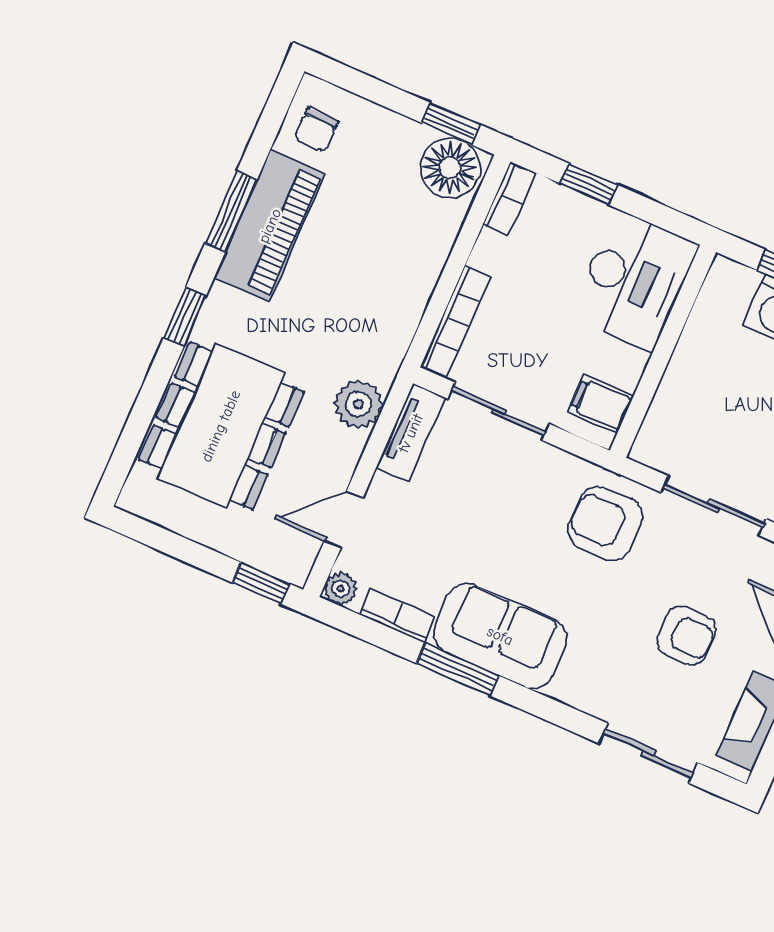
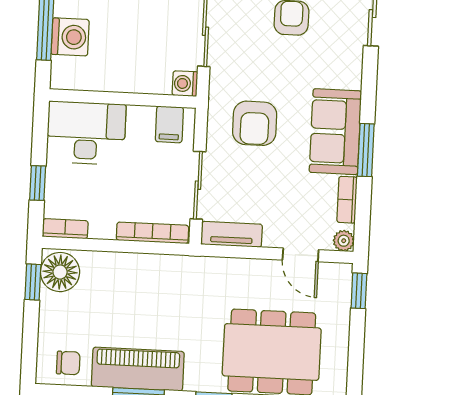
plant: (358, 404) -> (226, 273), removed
washing machine: (651, 448) -> (185, 84), added
armchair: (605, 523) -> (255, 123), moved

